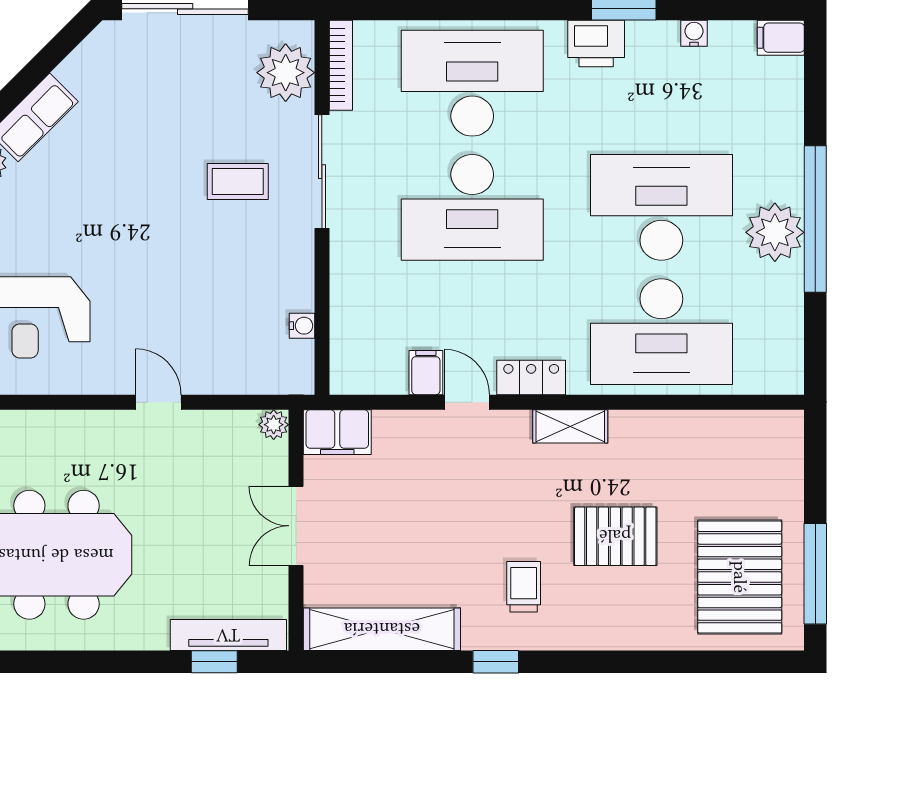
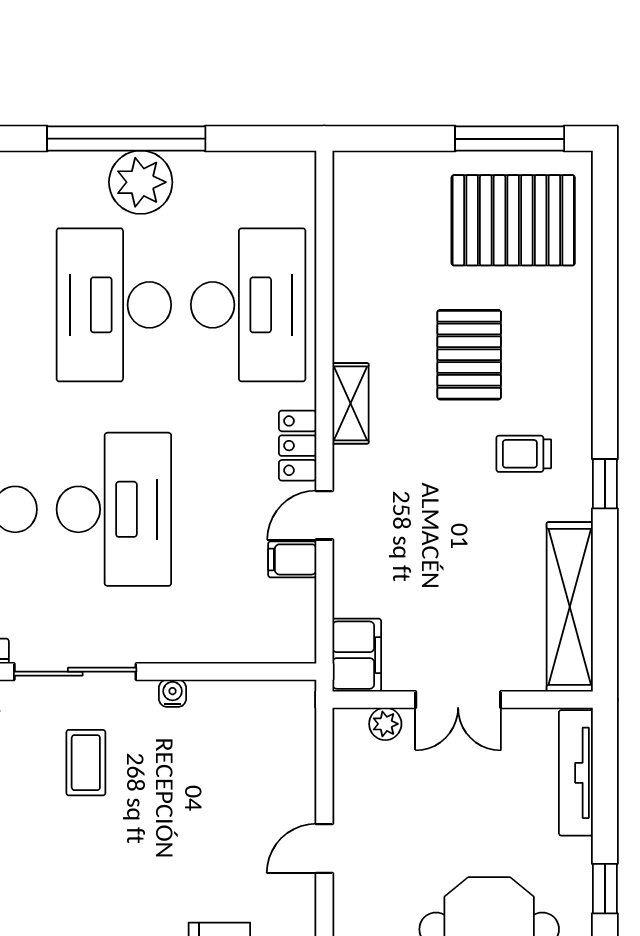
water cooler: (302, 326) -> (173, 693), moved
plant: (274, 425) -> (385, 724), moved
window: (214, 662) -> (605, 889), moved

